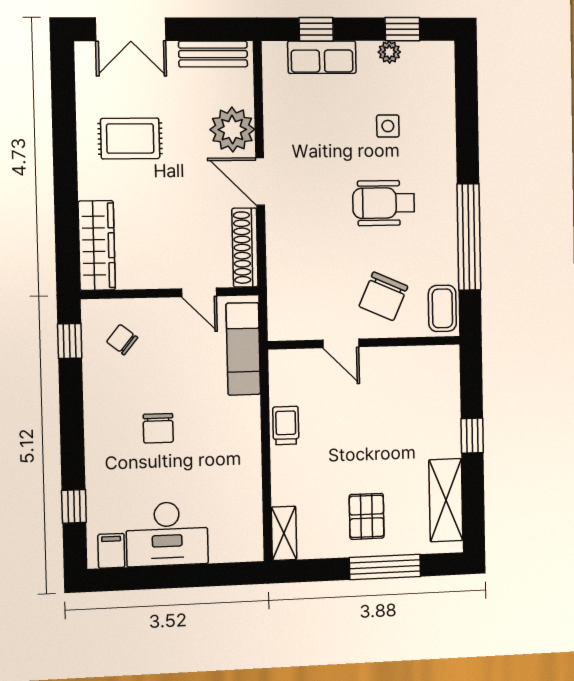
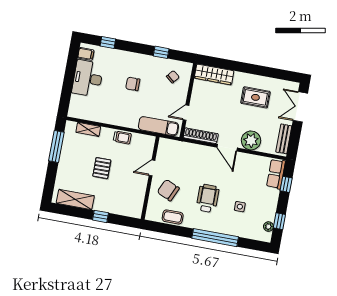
plant: (389, 52) -> (268, 227), moved
row of seats: (322, 57) -> (276, 174), moved
rug: (130, 139) -> (255, 97), turned 90
door: (260, 181) -> (227, 148), swing flipped
window: (469, 237) -> (215, 238), moved
coffee table: (442, 308) -> (173, 217), moved
window: (70, 341) -> (161, 52), moved
pallet: (367, 516) -> (102, 168), moved, turned 90
shelving: (284, 533) -> (88, 129), moved
window: (385, 567) -> (56, 146), moved

